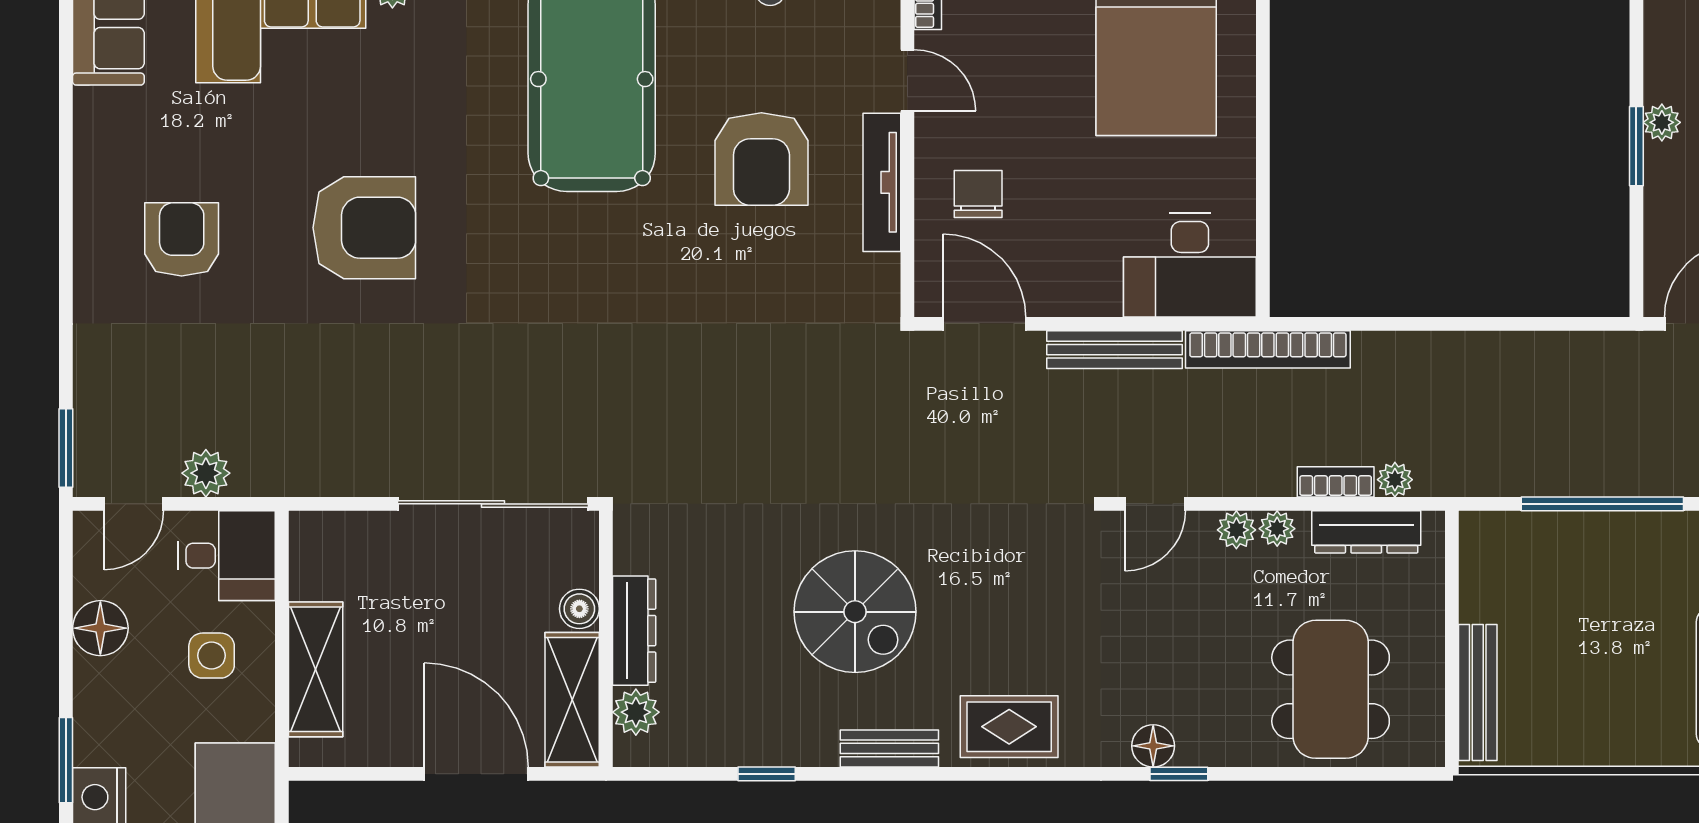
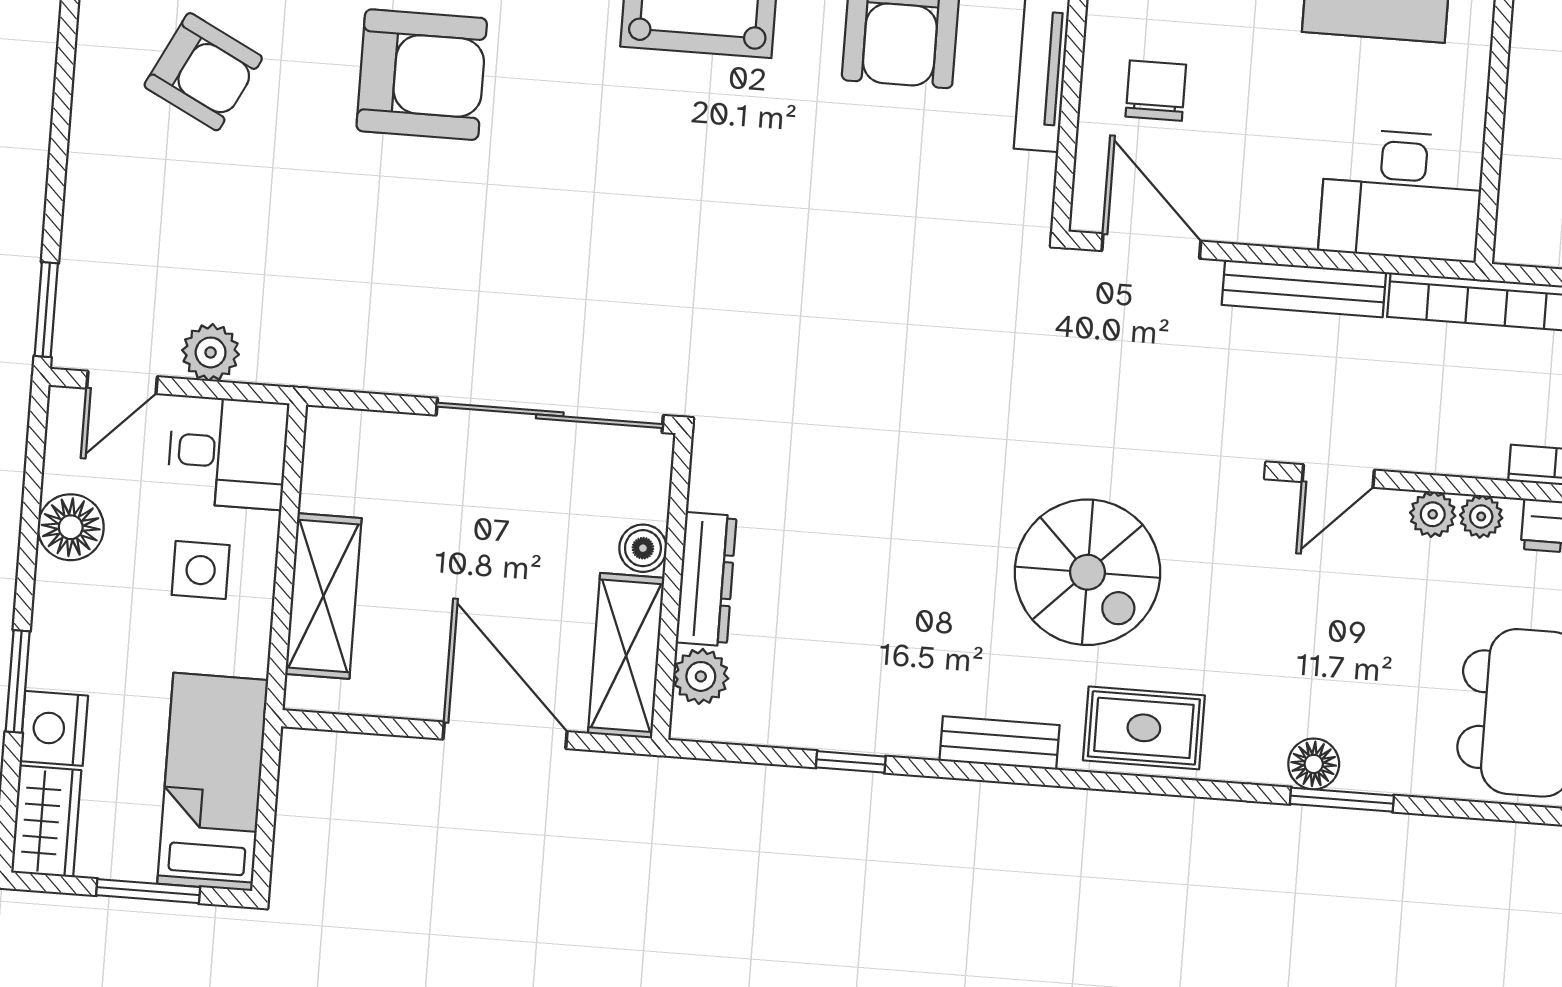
armchair: (182, 239) -> (203, 72), turned 117
spiral stairs: (855, 612) -> (1087, 572), moved
window: (1179, 774) -> (1342, 800), width x1.50

